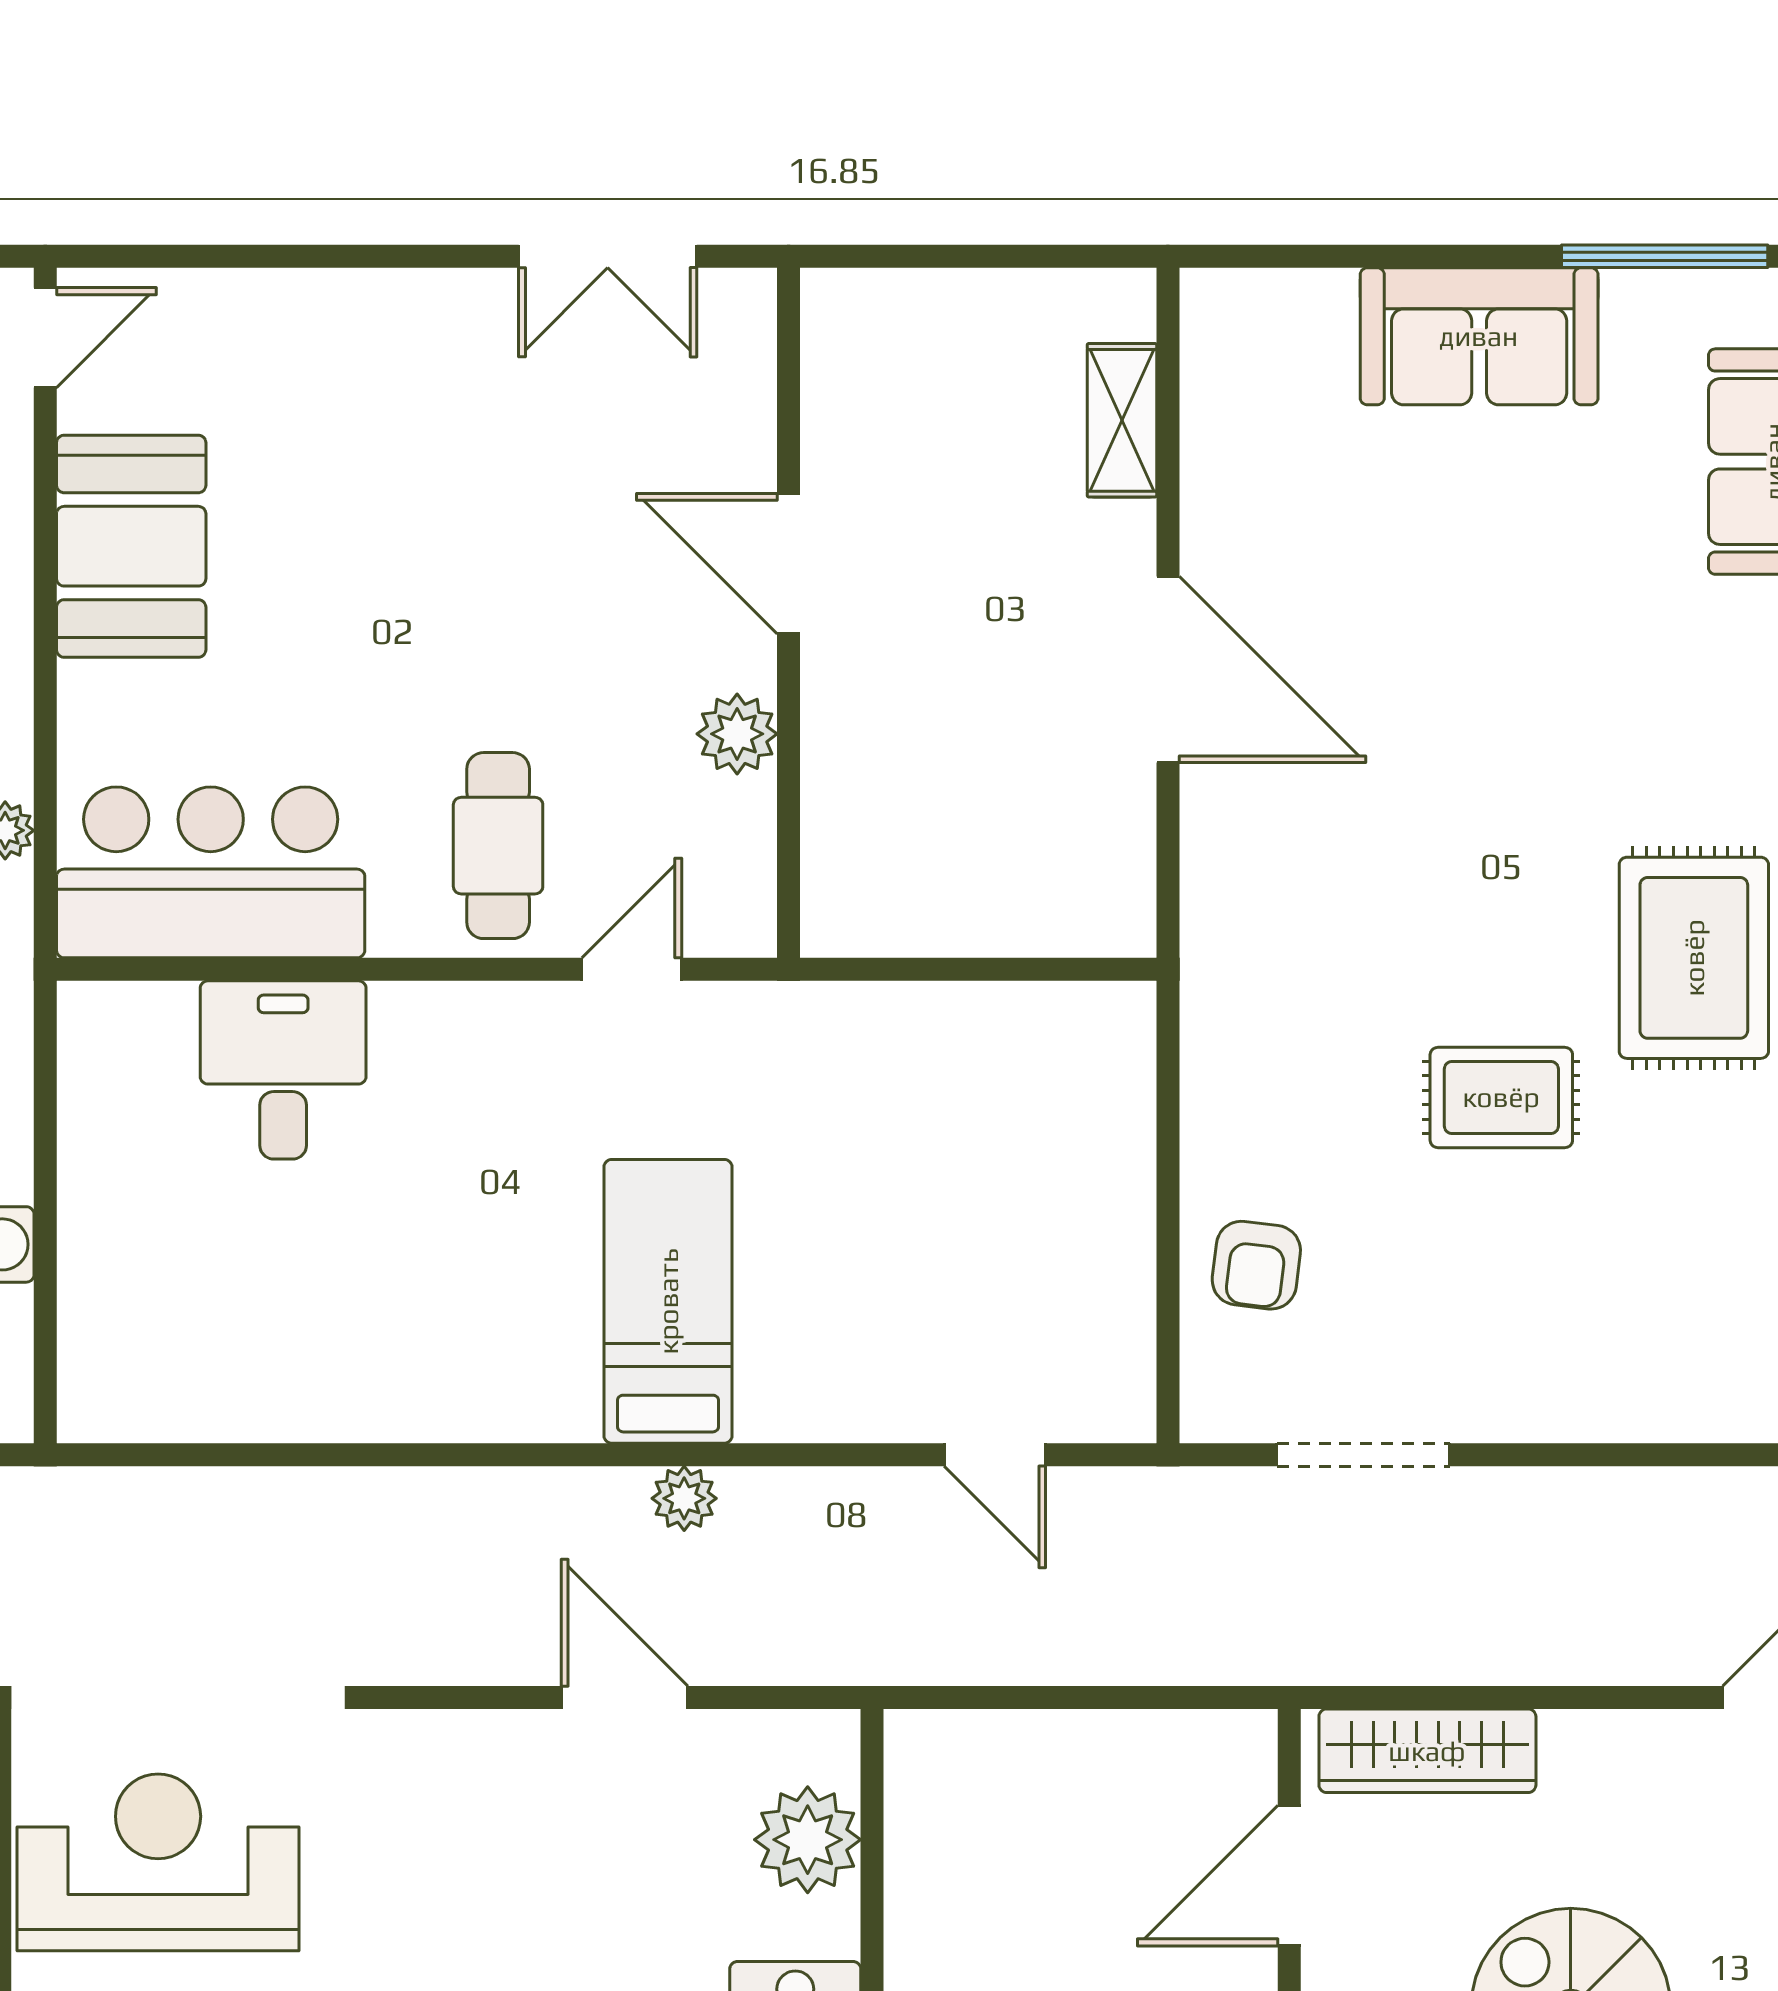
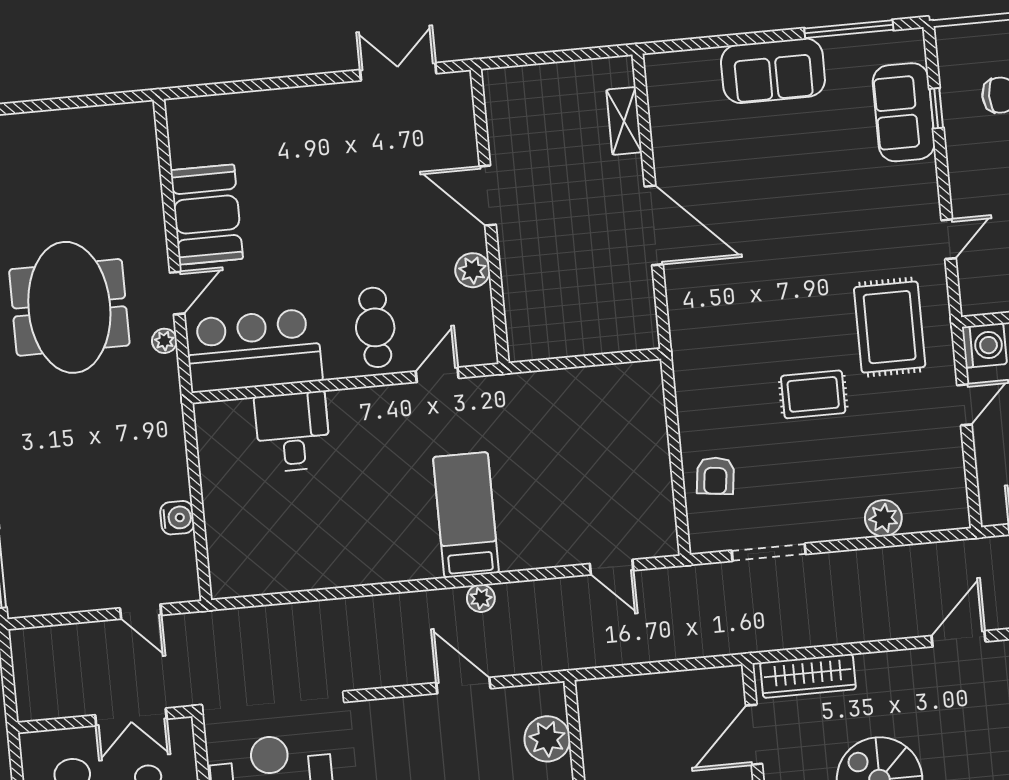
double door: (608, 256) -> (398, 72), swing flipped
door: (45, 338) -> (177, 293), moved
plant: (1637, 1401) -> (883, 518), added

